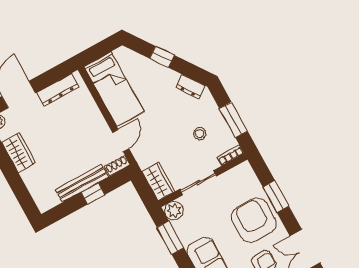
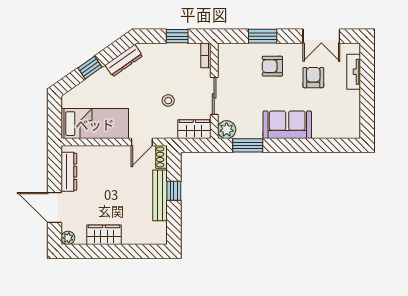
dresser: (190, 86) -> (124, 61), width x1.44
window: (233, 120) -> (177, 36), width x0.67
stool: (200, 134) -> (168, 101), moved
door: (121, 141) -> (142, 142), swing flipped
armchair: (254, 220) -> (272, 66), width x0.53, depth x0.53

